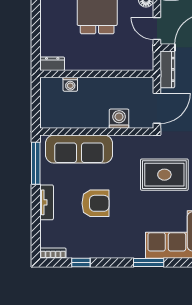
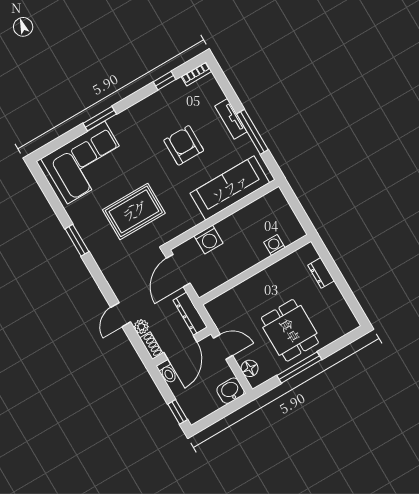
dresser: (52, 64) -> (321, 273), moved, turned 90
window: (36, 163) -> (252, 132), moved
armchair: (95, 203) -> (184, 145), turned 90

